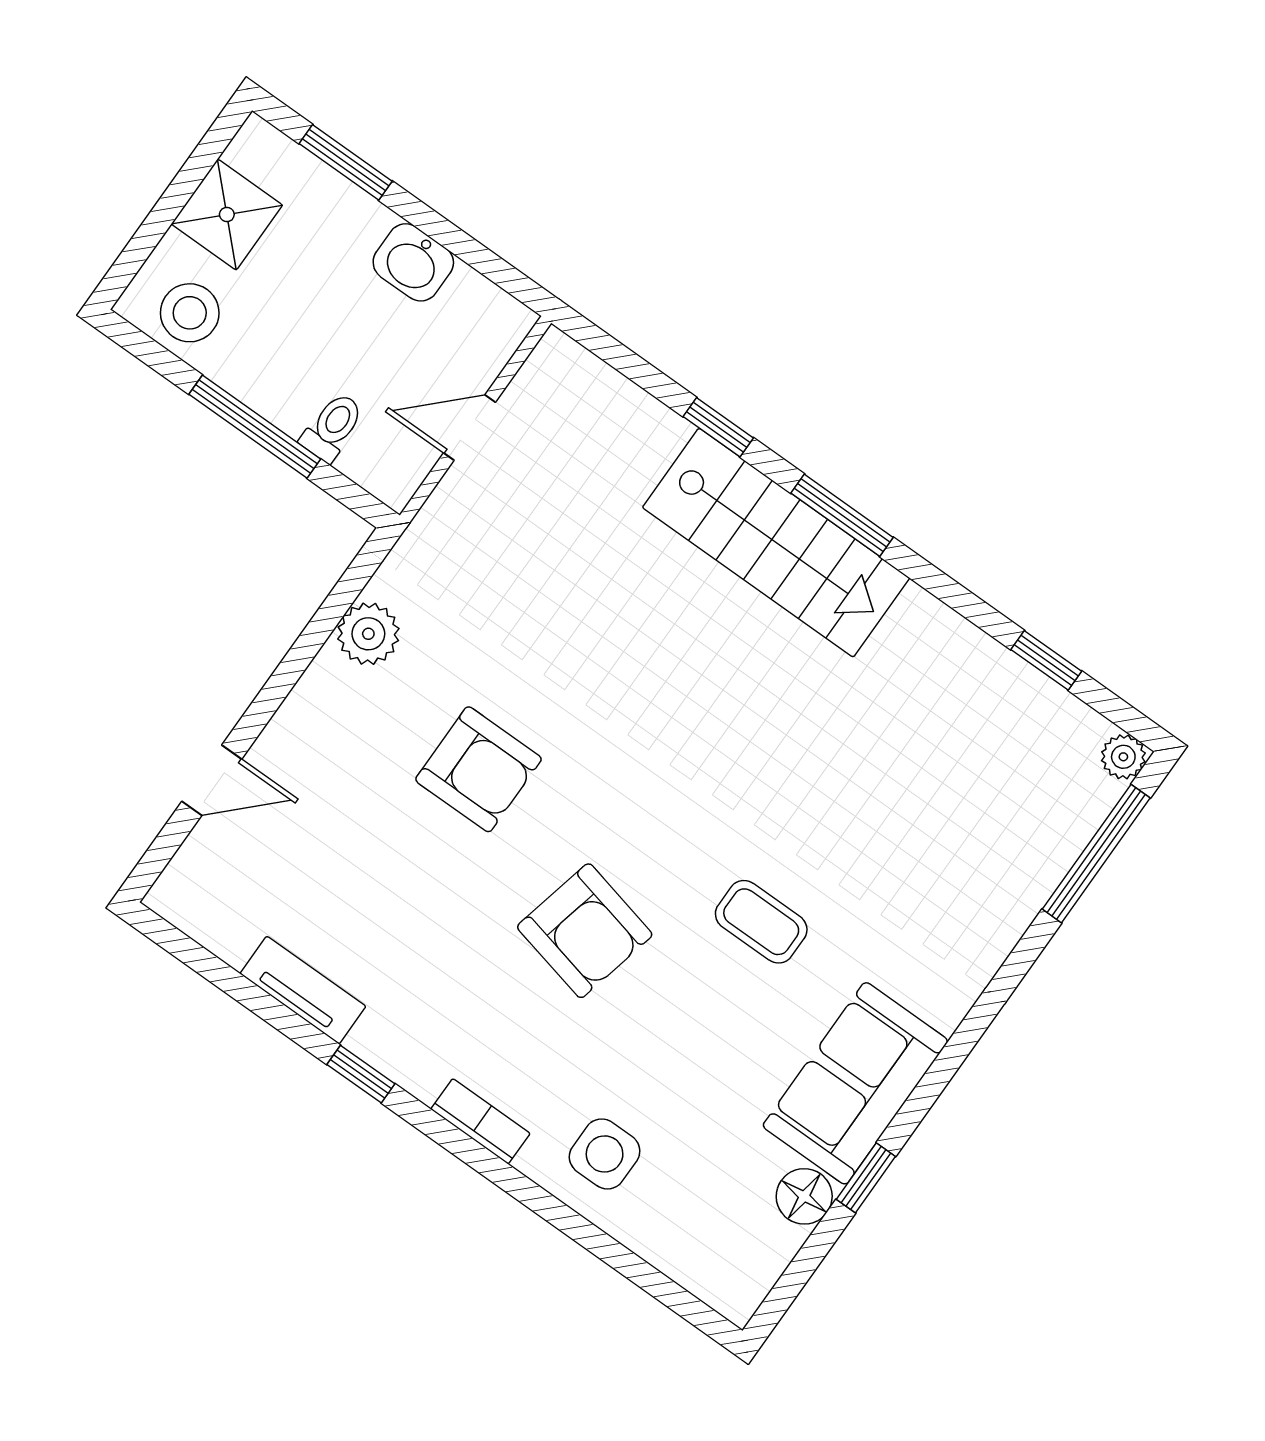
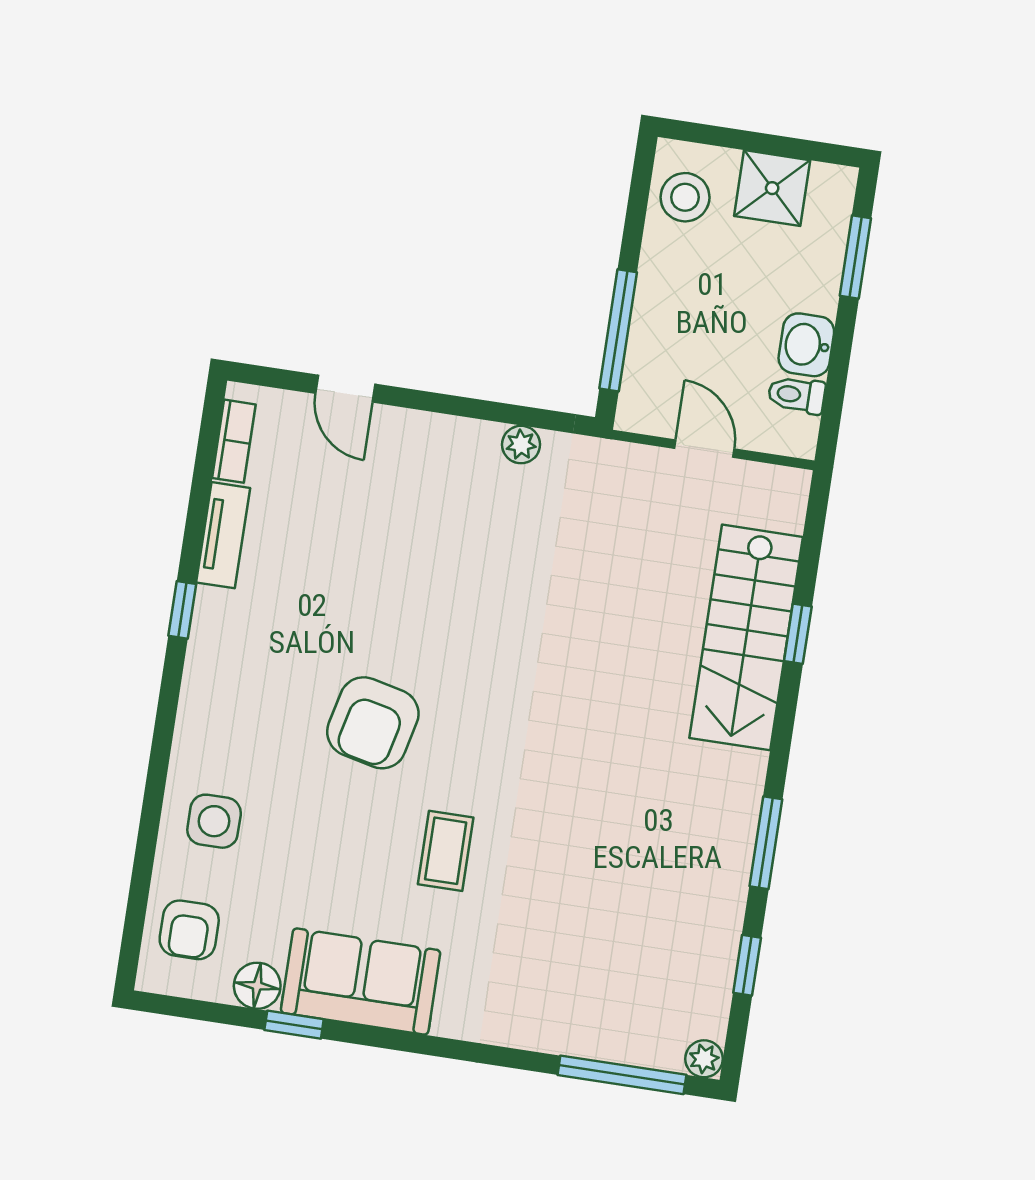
window: (255, 427) -> (618, 330), moved
toilet: (332, 427) -> (797, 395), moved, turned 180
window: (842, 515) -> (766, 843), moved
stairs: (776, 543) -> (746, 637), moved
plant: (368, 634) -> (521, 445), width x0.73, depth x0.73
armchair: (478, 769) -> (189, 930), moved, width x0.72, depth x0.72
bookcase: (480, 1121) -> (234, 441), moved

